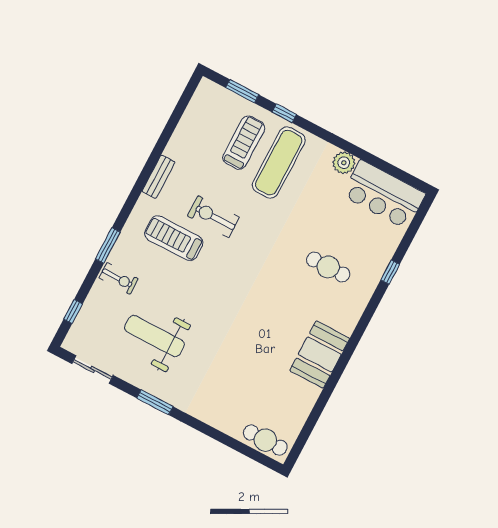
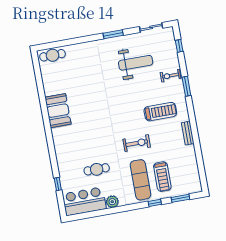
exercise bike: (213, 217) -> (137, 143), moved
cafe table: (328, 267) -> (97, 169), moved
window: (390, 272) -> (58, 184), moved

